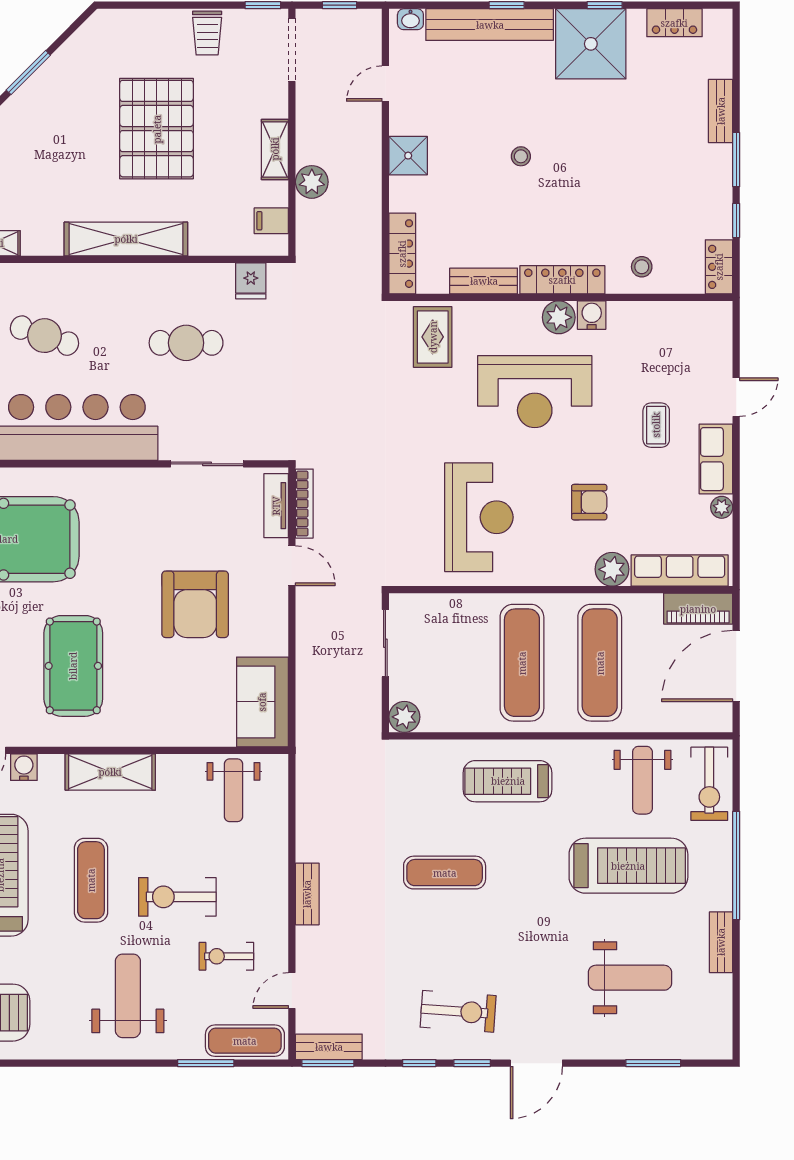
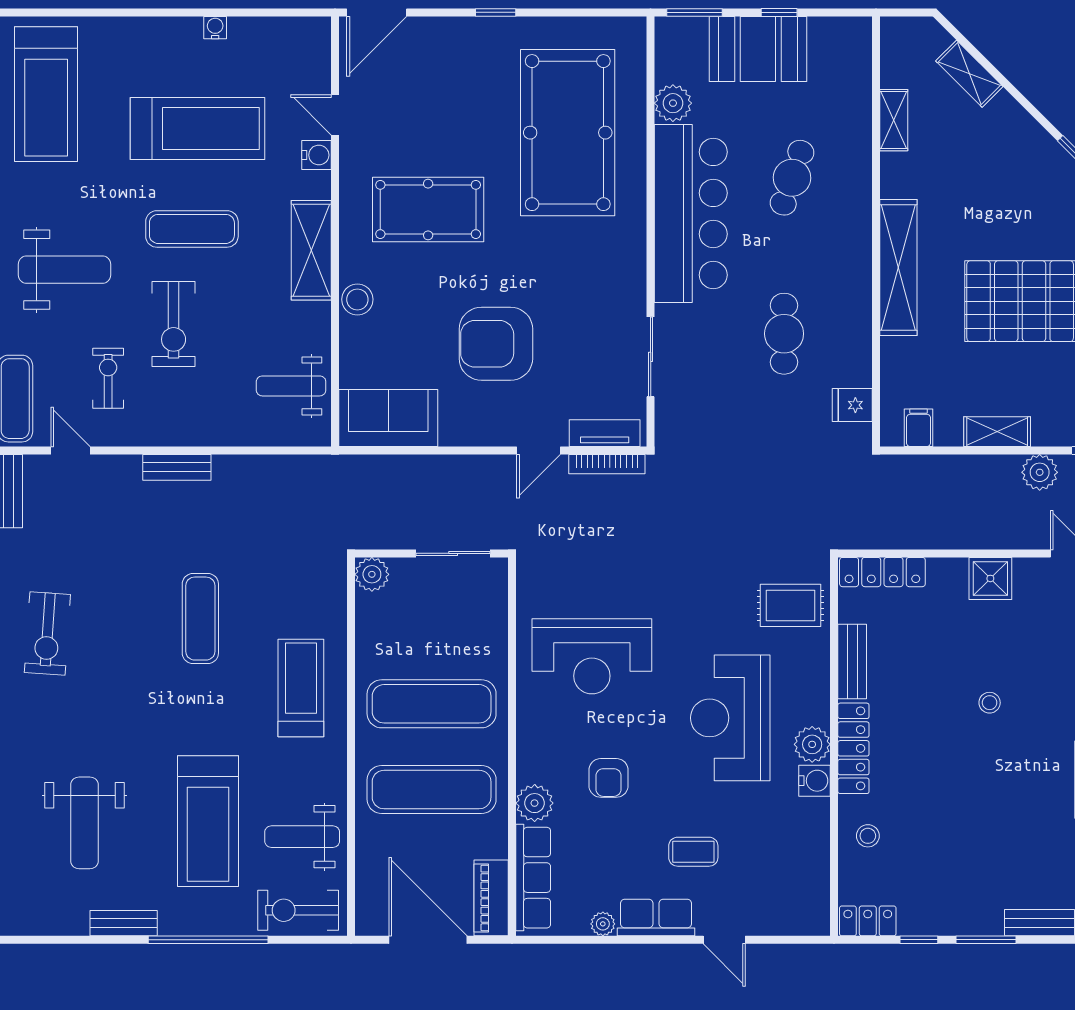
plant: (312, 182) -> (1040, 472), moved
stool: (155, 730) -> (357, 299), added
exercise bike: (177, 897) -> (174, 324), turned 180

